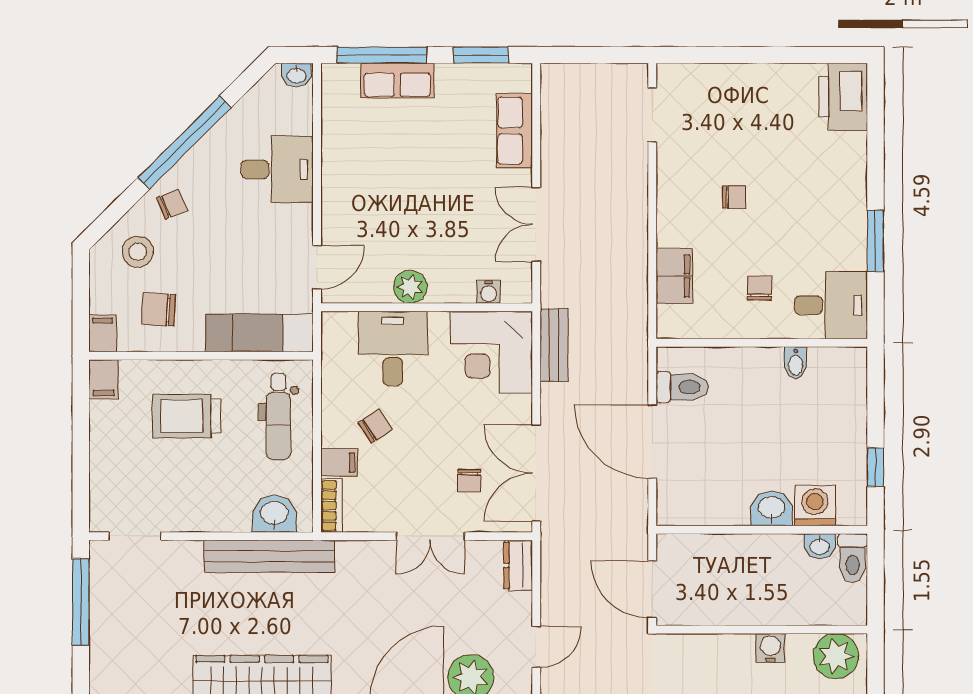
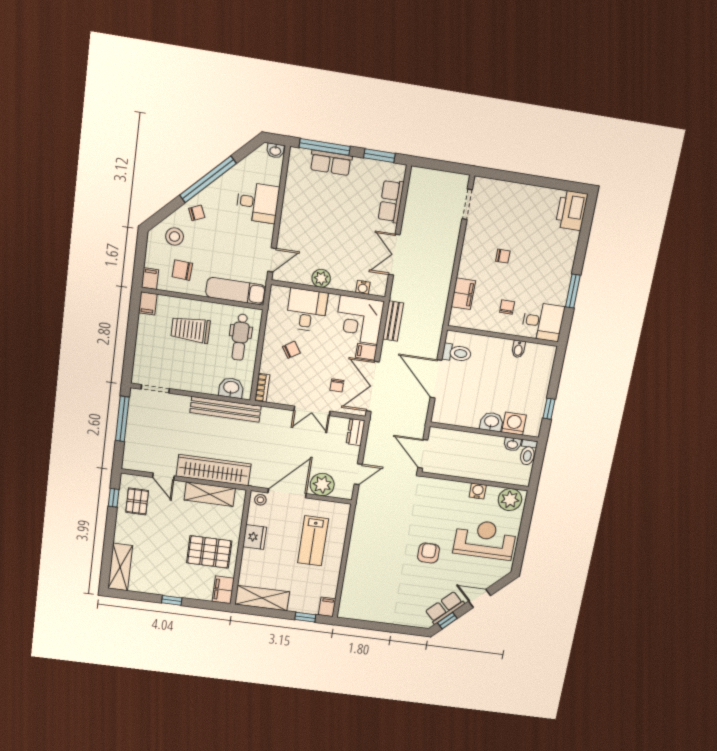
filing cabinet: (339, 462) -> (366, 352), moved, turned 180

